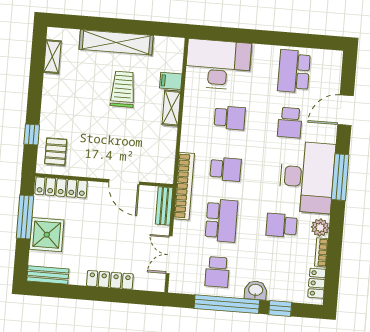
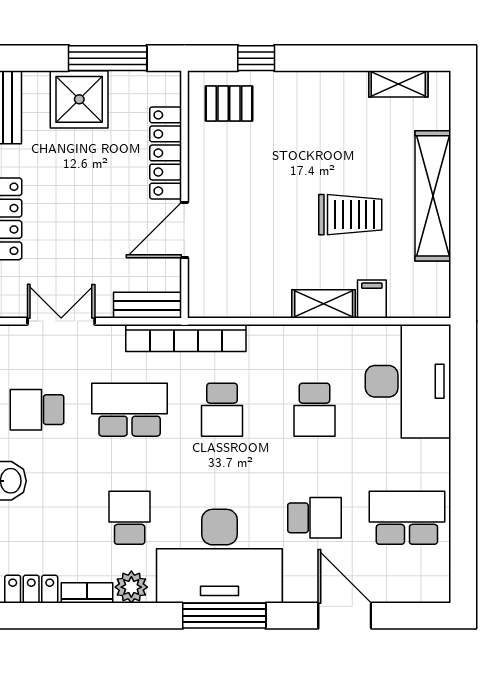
school desk: (290, 123) -> (314, 518), turned 180
locker: (61, 188) -> (166, 153), moved
school desk: (221, 221) -> (130, 410), turned 180

